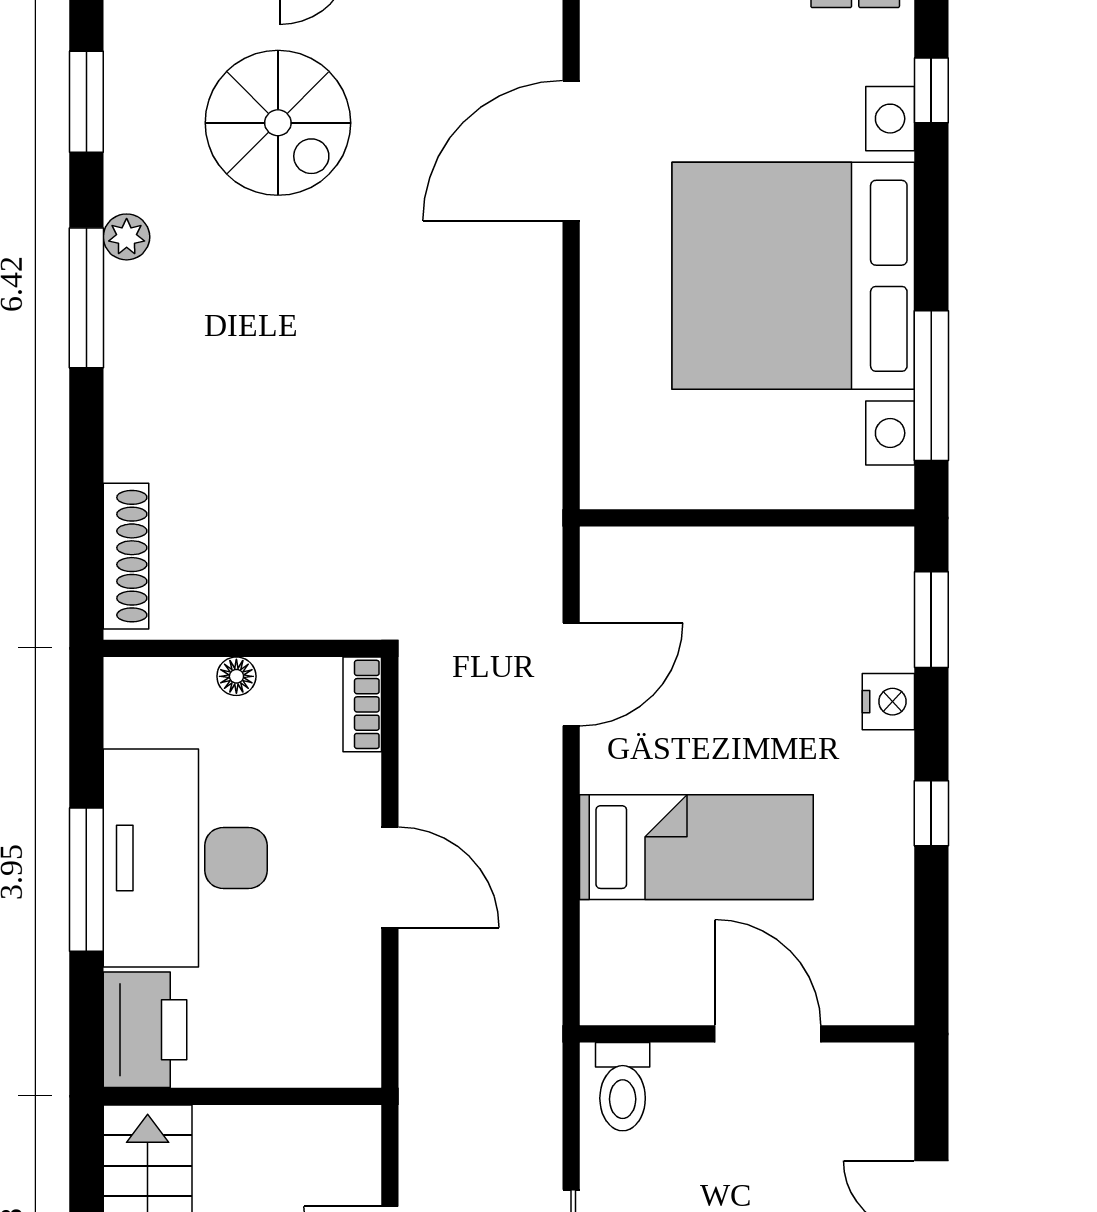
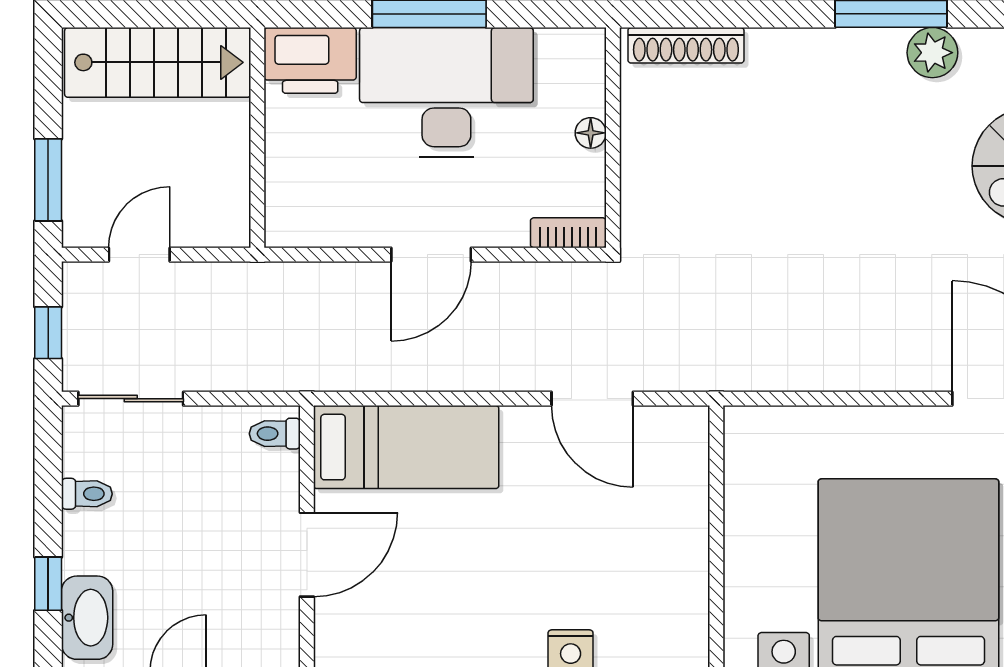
plant: (127, 237) -> (932, 53), width x1.38, depth x1.38
bed: (696, 847) -> (406, 447), moved, turned -90
toilet: (623, 1087) -> (275, 434), width x0.73, depth x0.72

